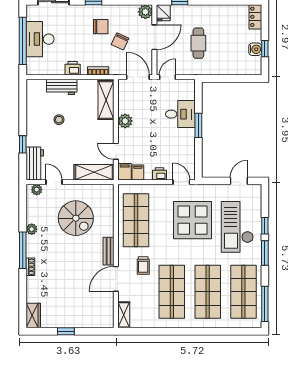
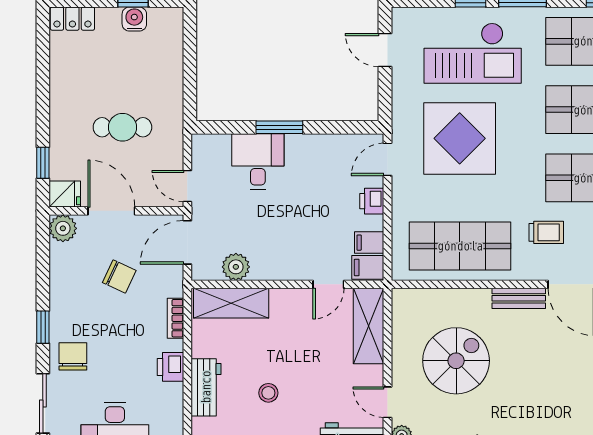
chair: (101, 27) -> (73, 356), moved
plant: (125, 121) -> (236, 267), moved
door: (54, 182) -> (388, 402), hinge flipped

